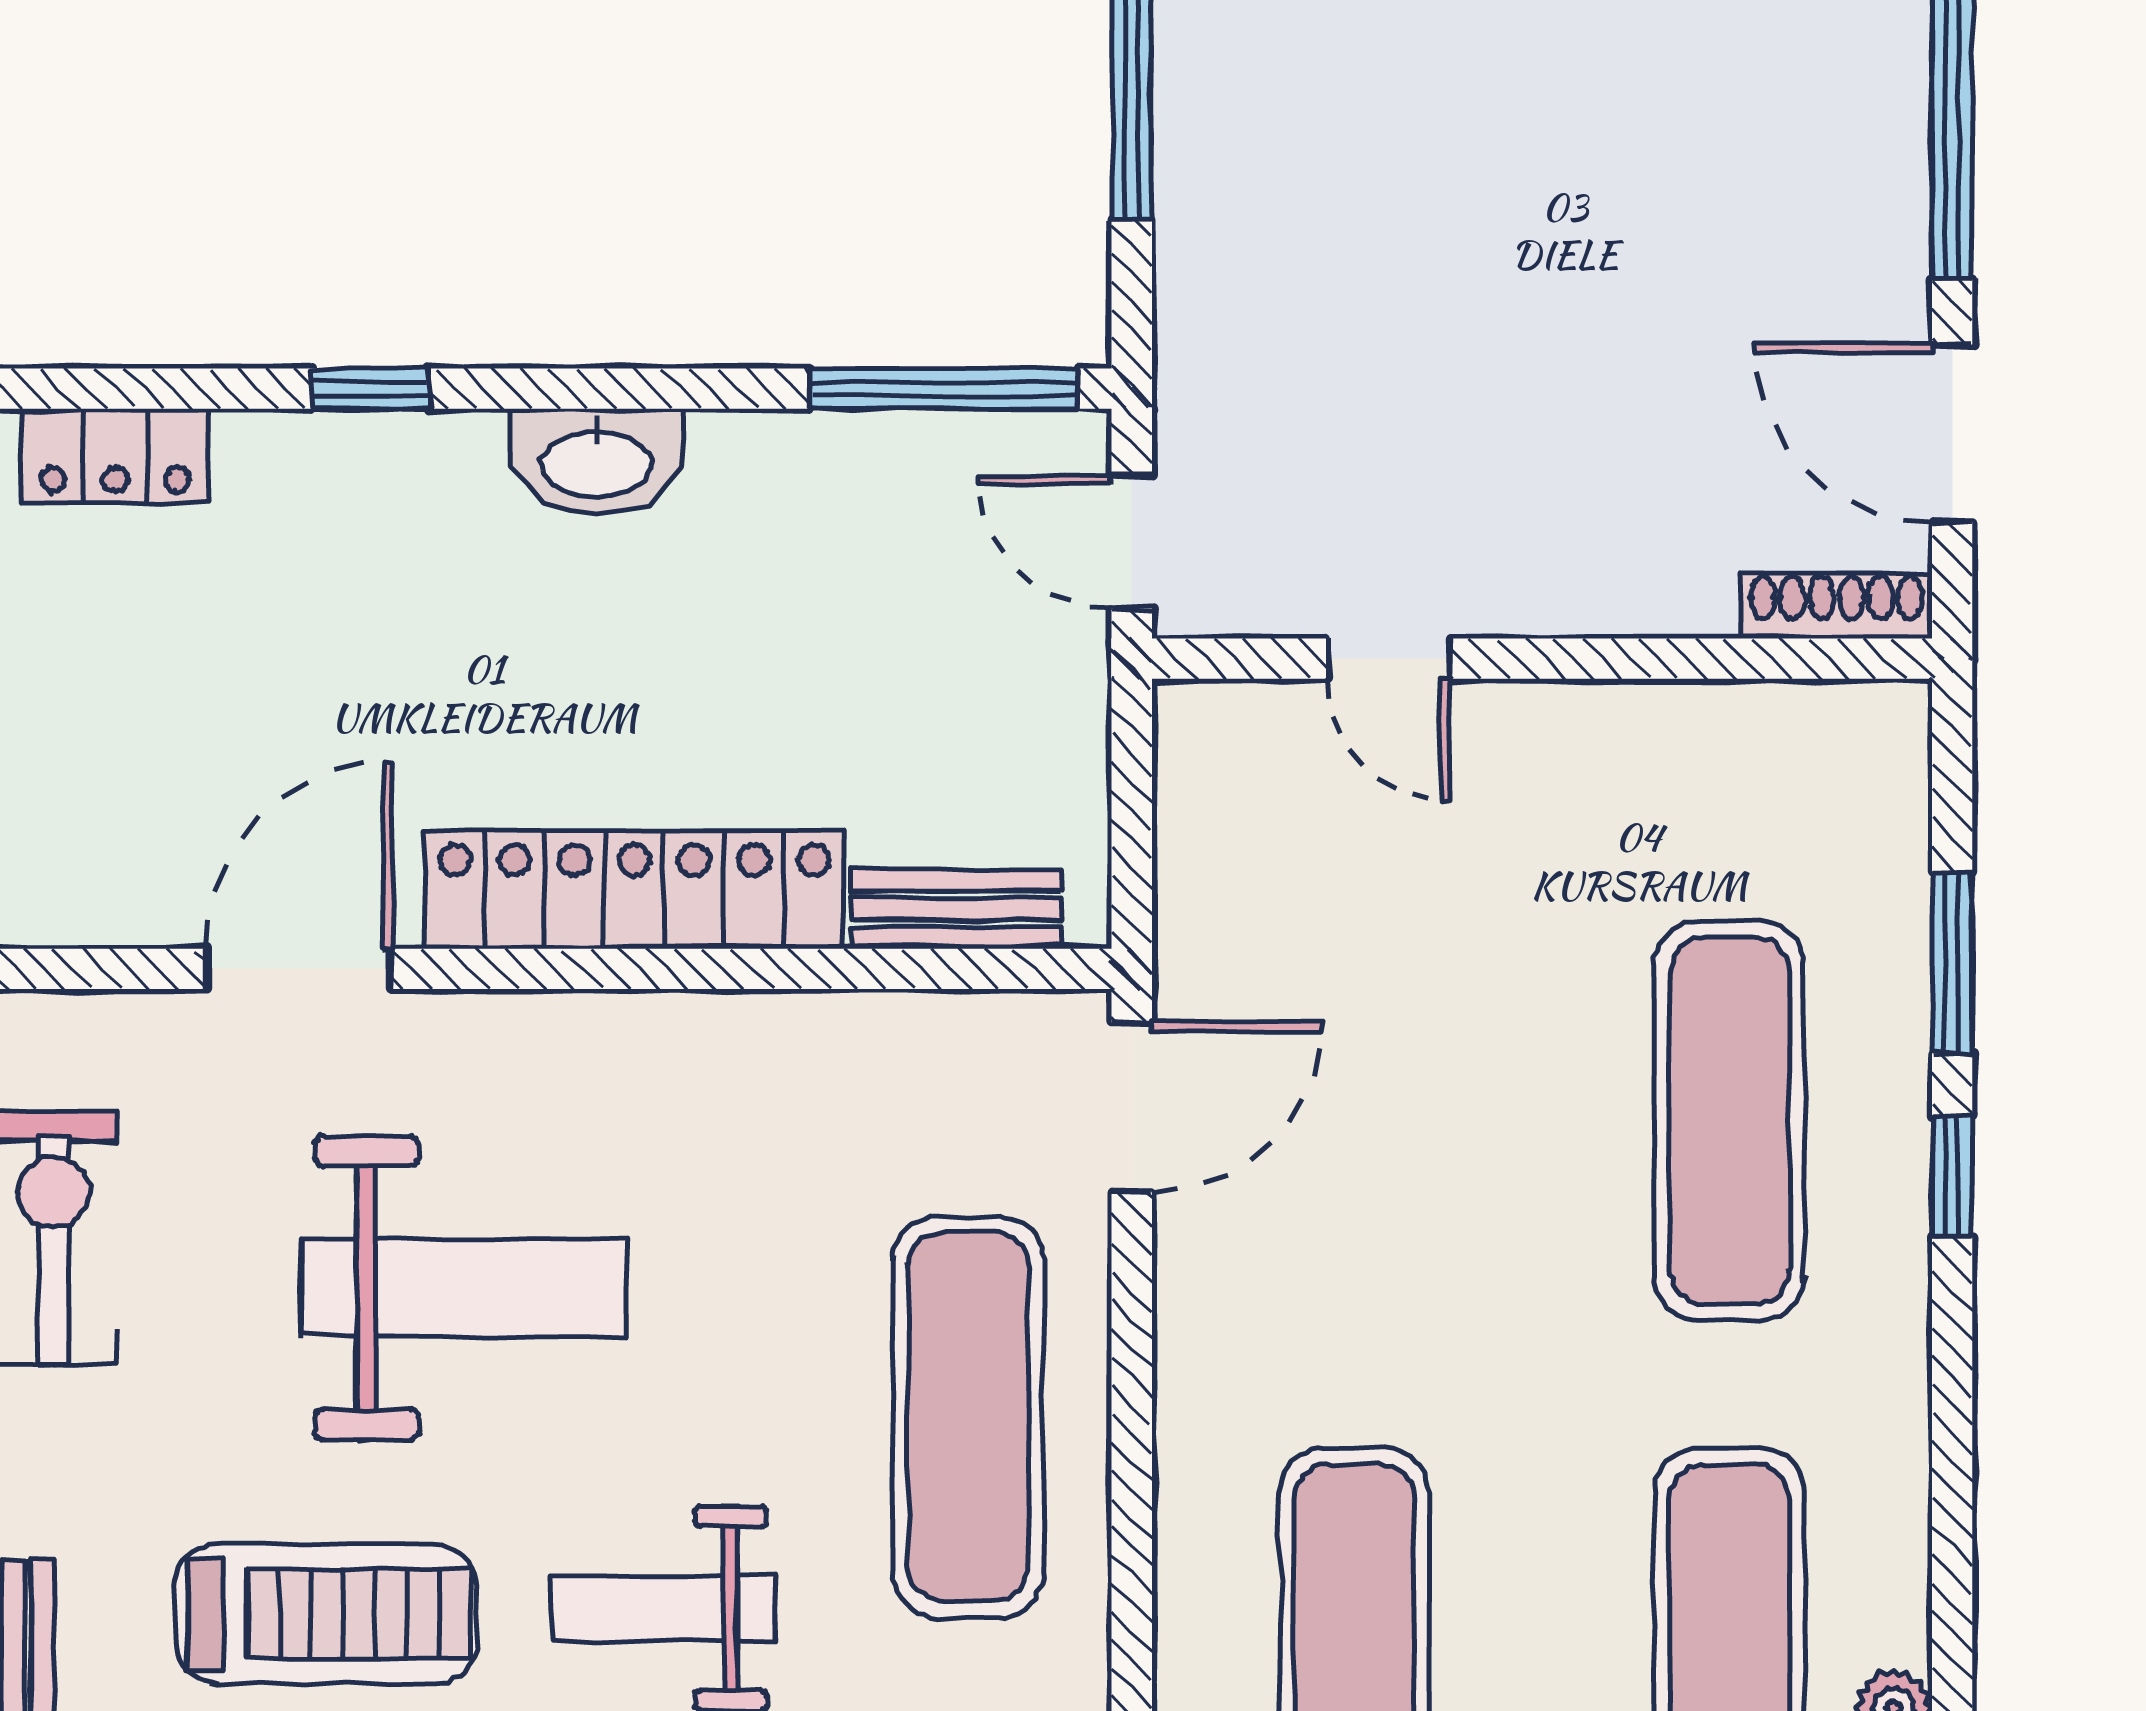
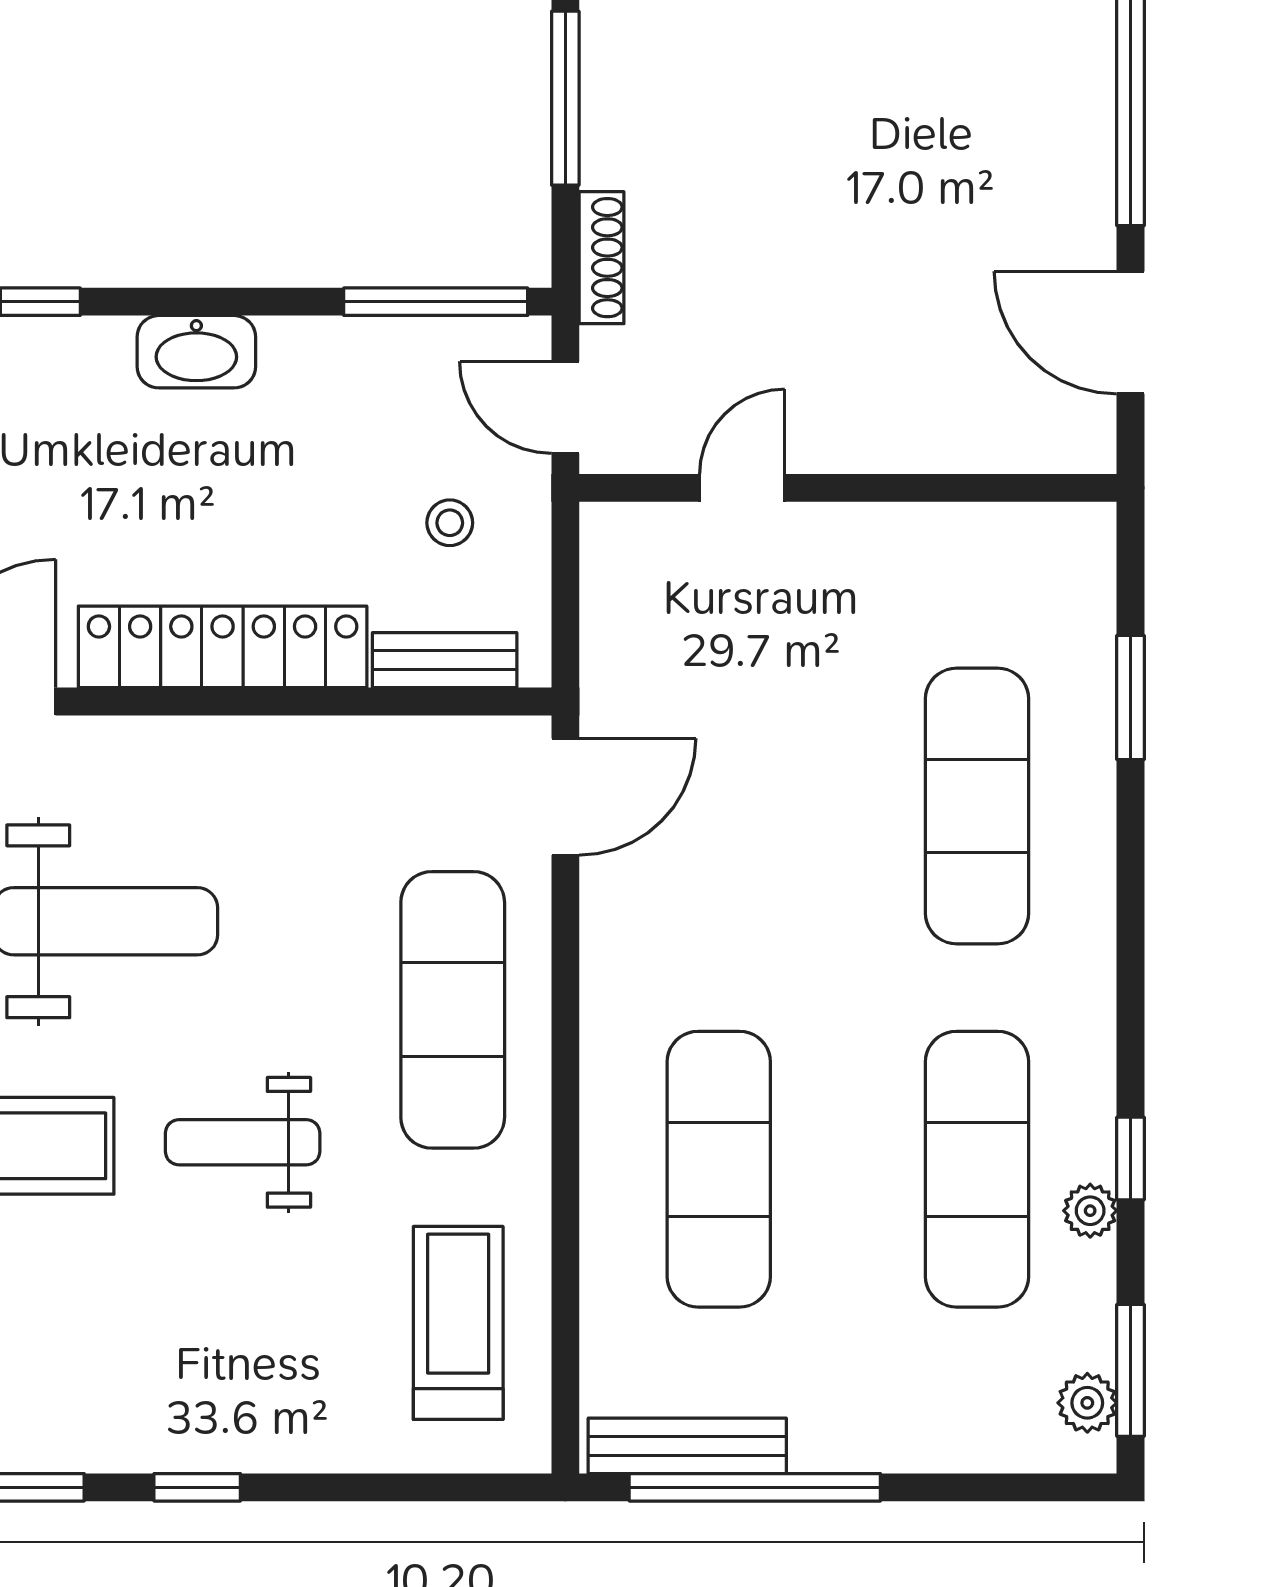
shoe rack: (1836, 606) -> (602, 258), moved, turned 90
door: (1388, 659) -> (742, 488), swing flipped
stool: (964, 709) -> (450, 523), added
window: (1952, 1176) -> (1131, 1159), moved

